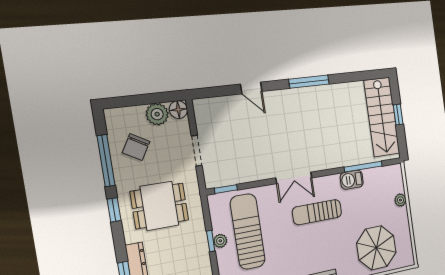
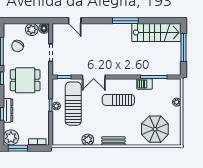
door: (251, 88) -> (75, 21), moved
window: (398, 115) -> (184, 48), width x2.17
stairs: (382, 117) -> (156, 32), moved, turned -90
double door: (294, 178) -> (94, 77), moved

